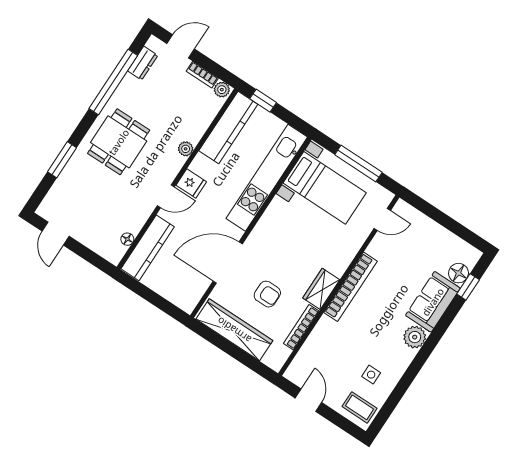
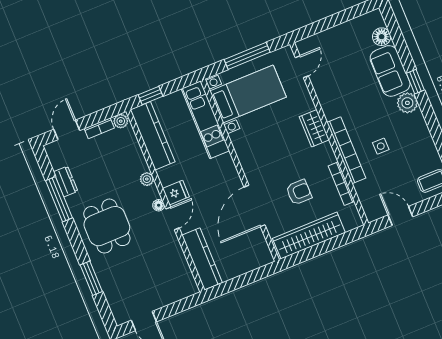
dresser: (143, 63) -> (66, 181), moved
window: (113, 82) -> (59, 199), width x0.68
kitchen unit: (267, 178) -> (205, 120), width x0.73
floor lamp: (127, 239) -> (159, 205), moved
bookcase: (350, 287) -> (346, 150), moved
window: (468, 287) -> (415, 82), moved
wardrobe: (321, 289) -> (314, 128), moved
side table: (371, 375) -> (381, 146), moved

